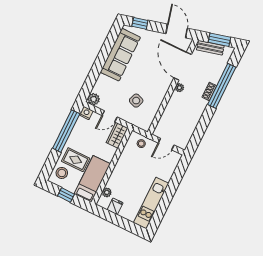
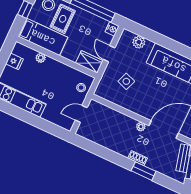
window: (222, 86) -> (144, 171), width x0.47
plant: (94, 99) -> (139, 42), moved
door: (166, 144) -> (81, 114), hinge flipped
plant: (107, 192) -> (41, 58), moved

